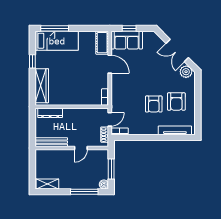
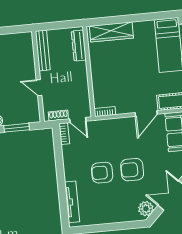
window: (32, 61) -> (140, 17), removed
armchair: (176, 102) -> (132, 170), moved

